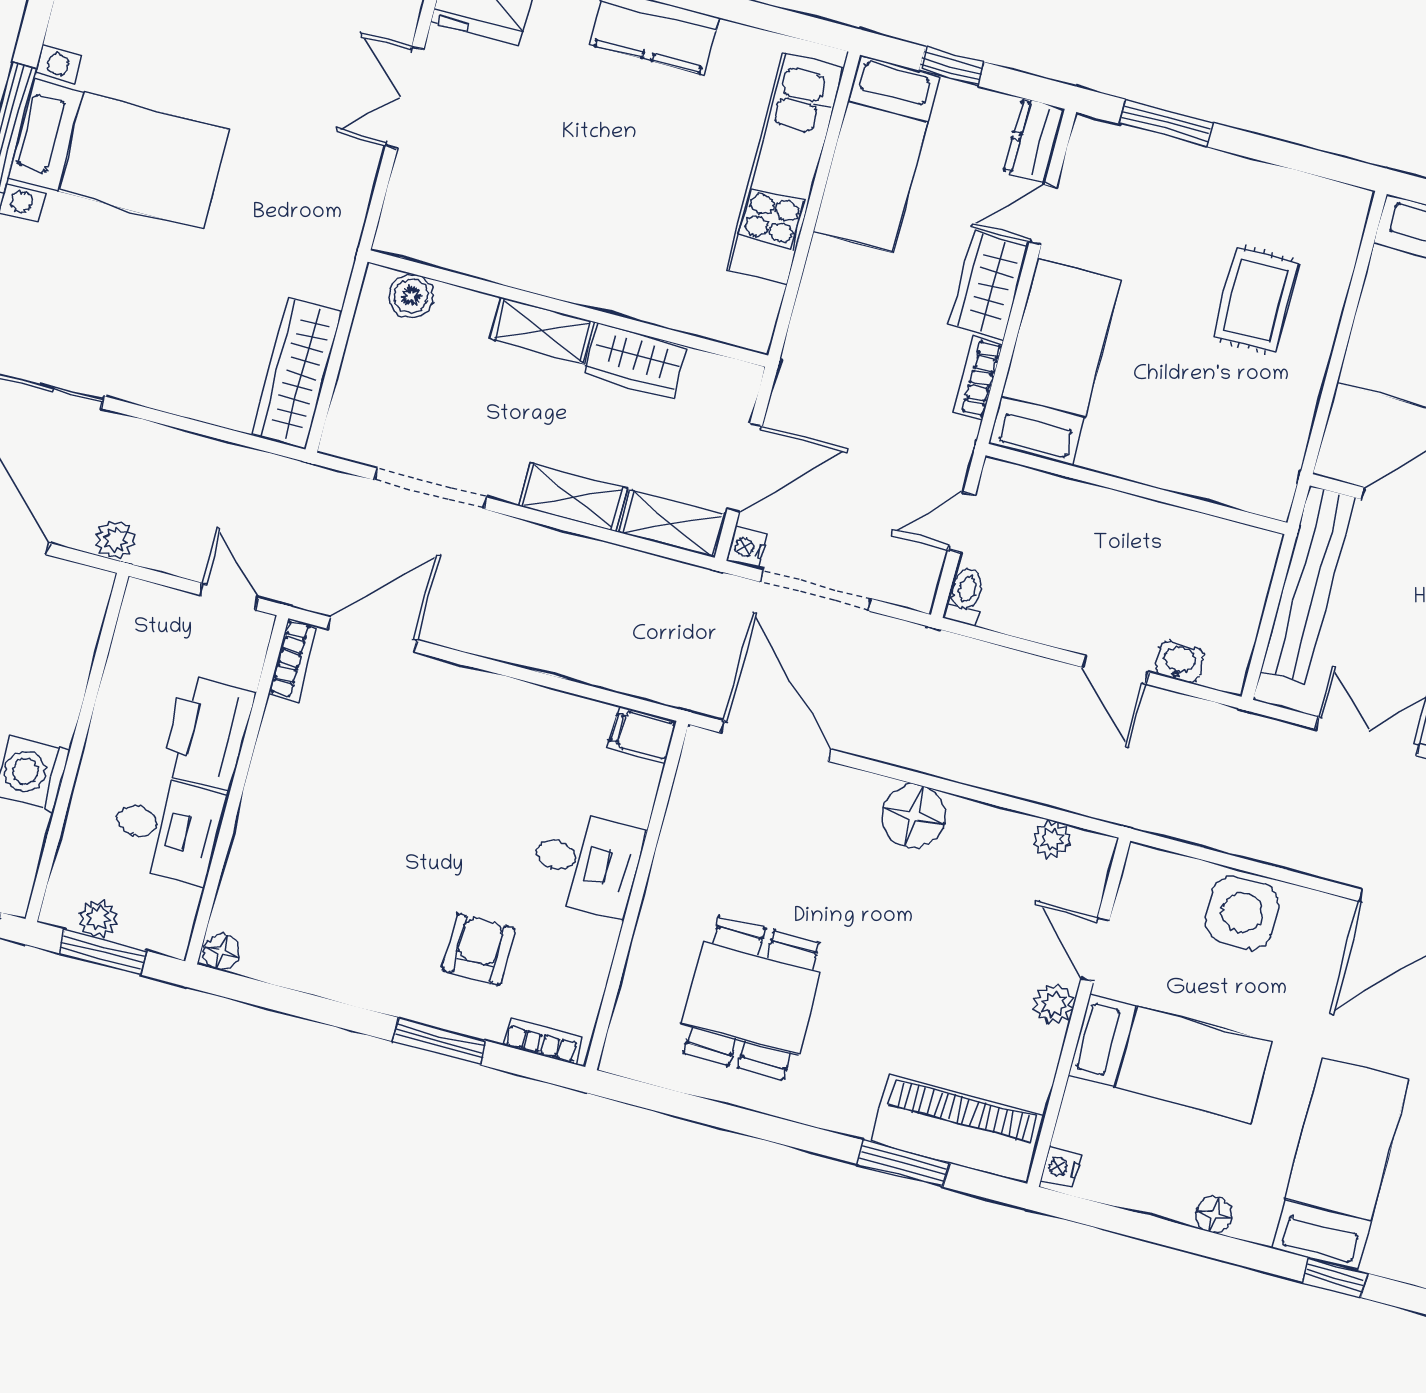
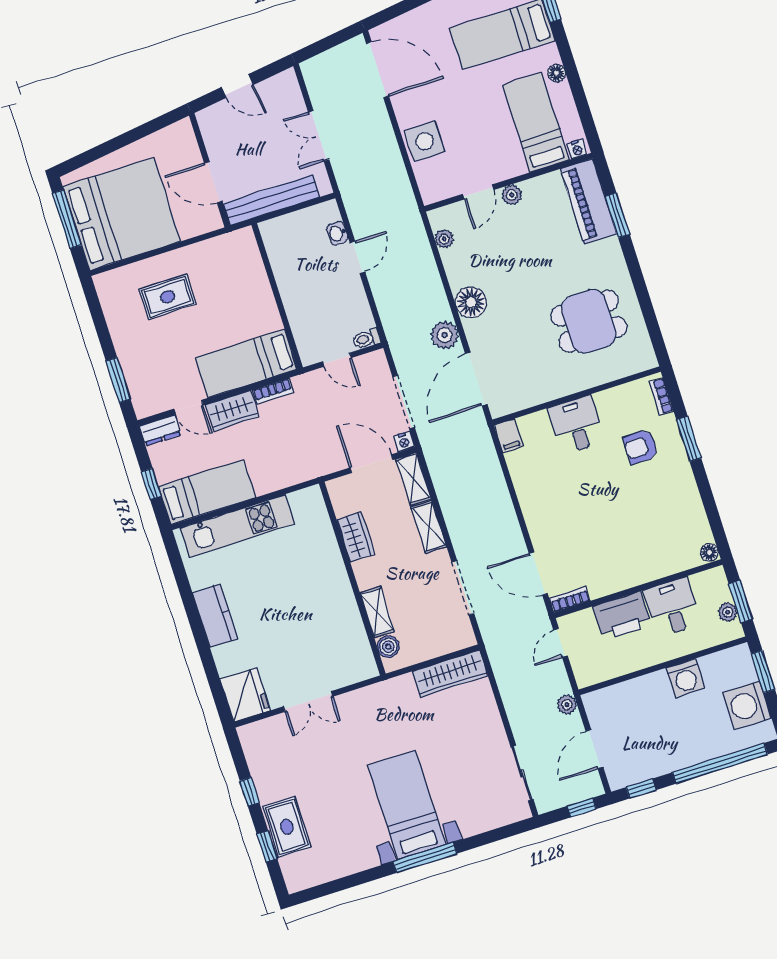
shelving: (542, 330) -> (377, 612), moved
plant: (886, 734) -> (445, 335), added
bed: (1170, 1058) -> (536, 122), moved

